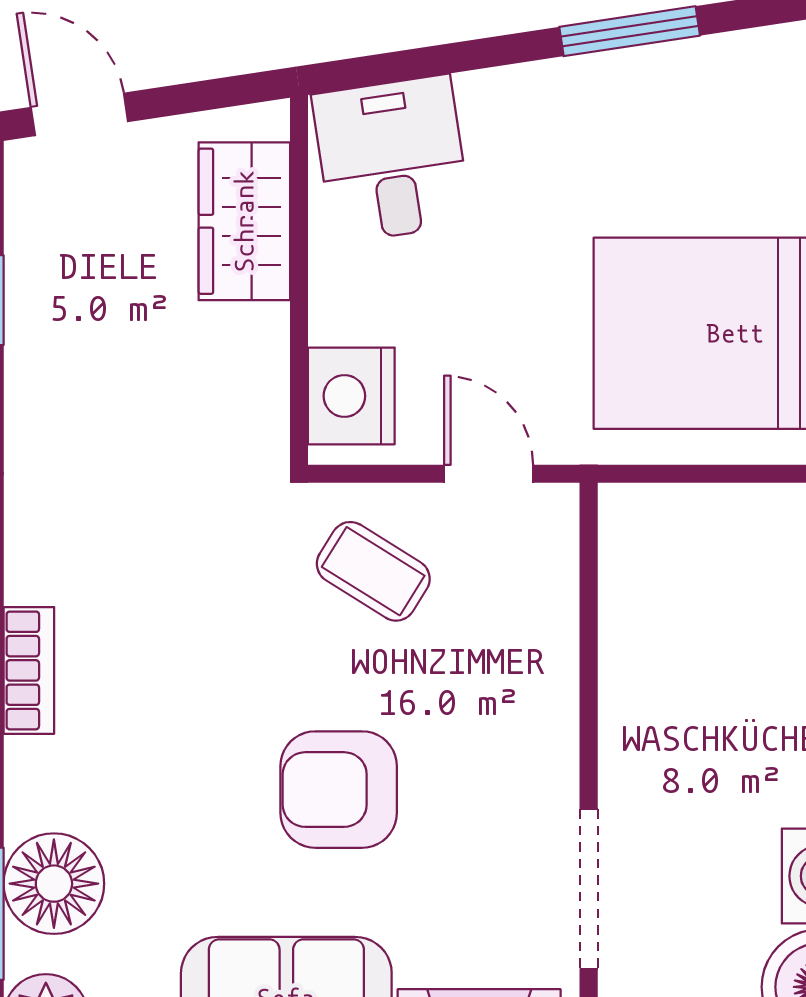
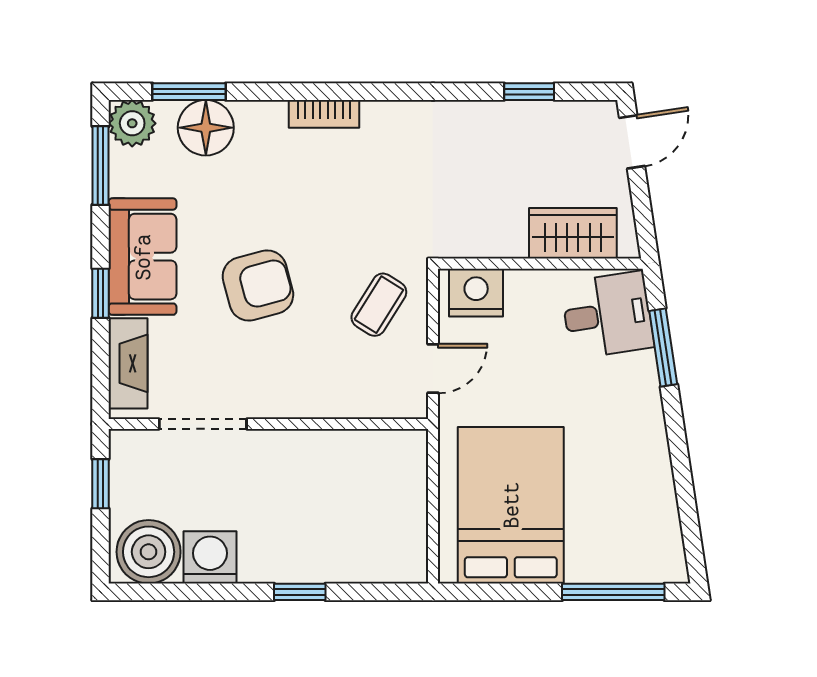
window: (630, 31) -> (663, 347), moved
armchair: (339, 790) -> (258, 286), turned 75

